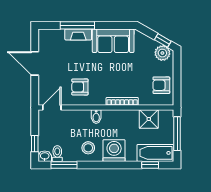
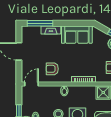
window: (77, 25) -> (40, 23), moved

